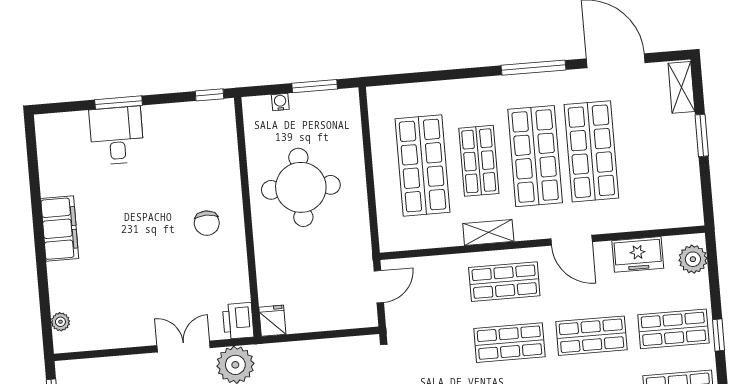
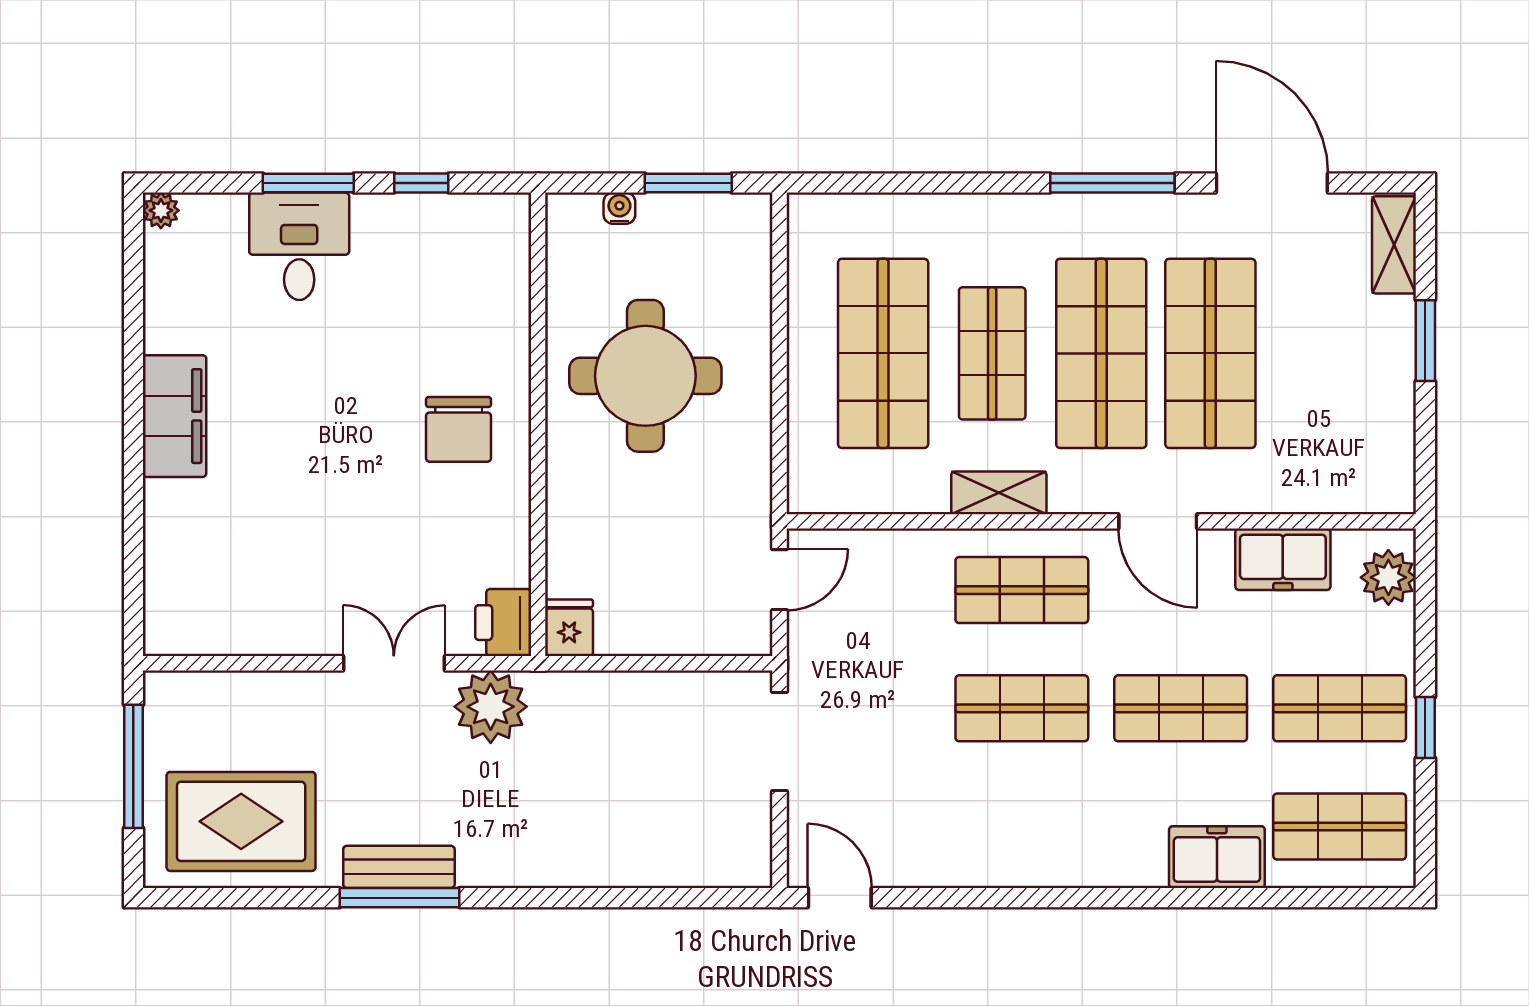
window: (210, 95) -> (421, 183), moved
chair: (207, 223) -> (458, 429), width x1.37, depth x1.37
plant: (60, 322) -> (161, 210), moved

